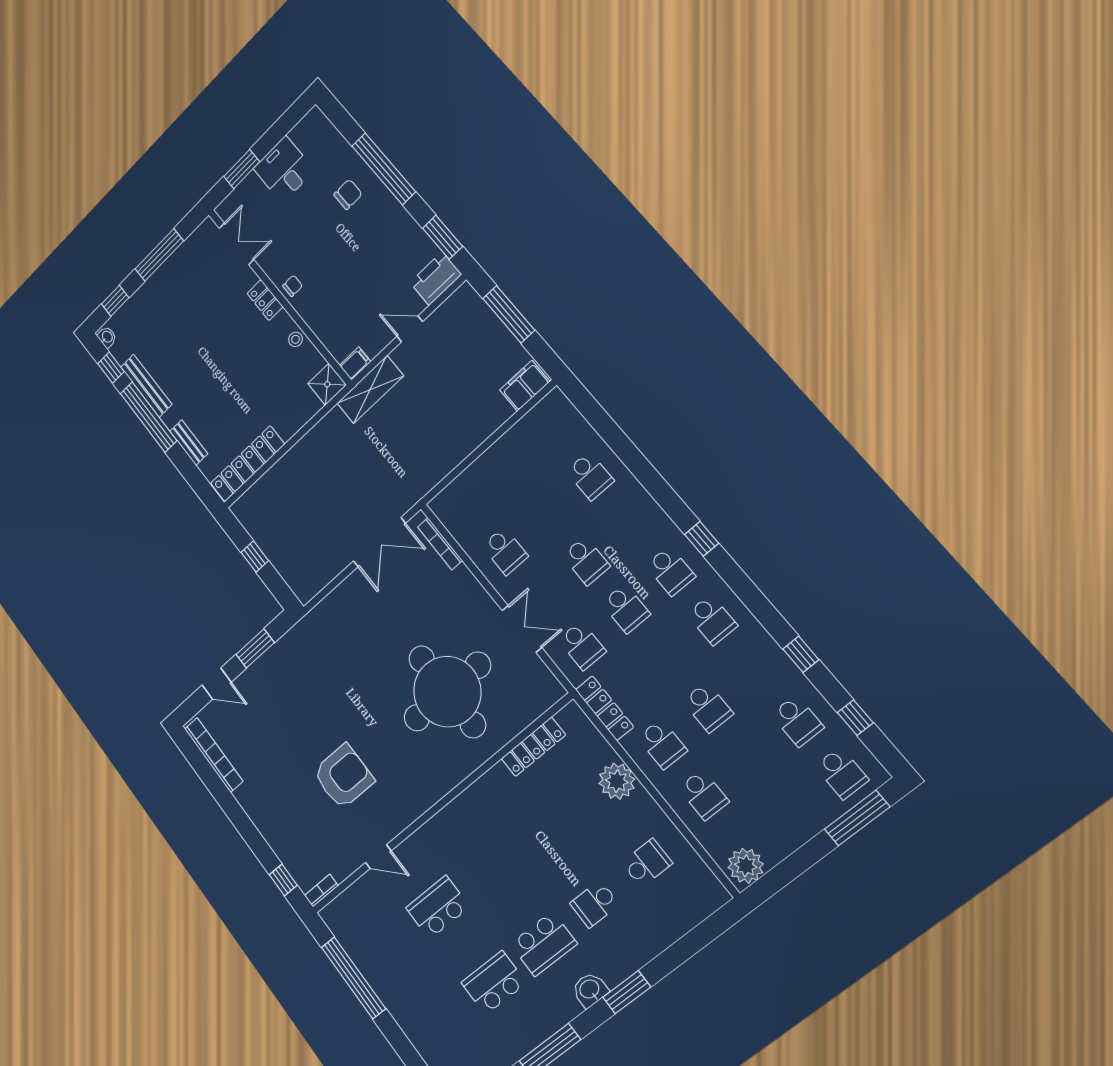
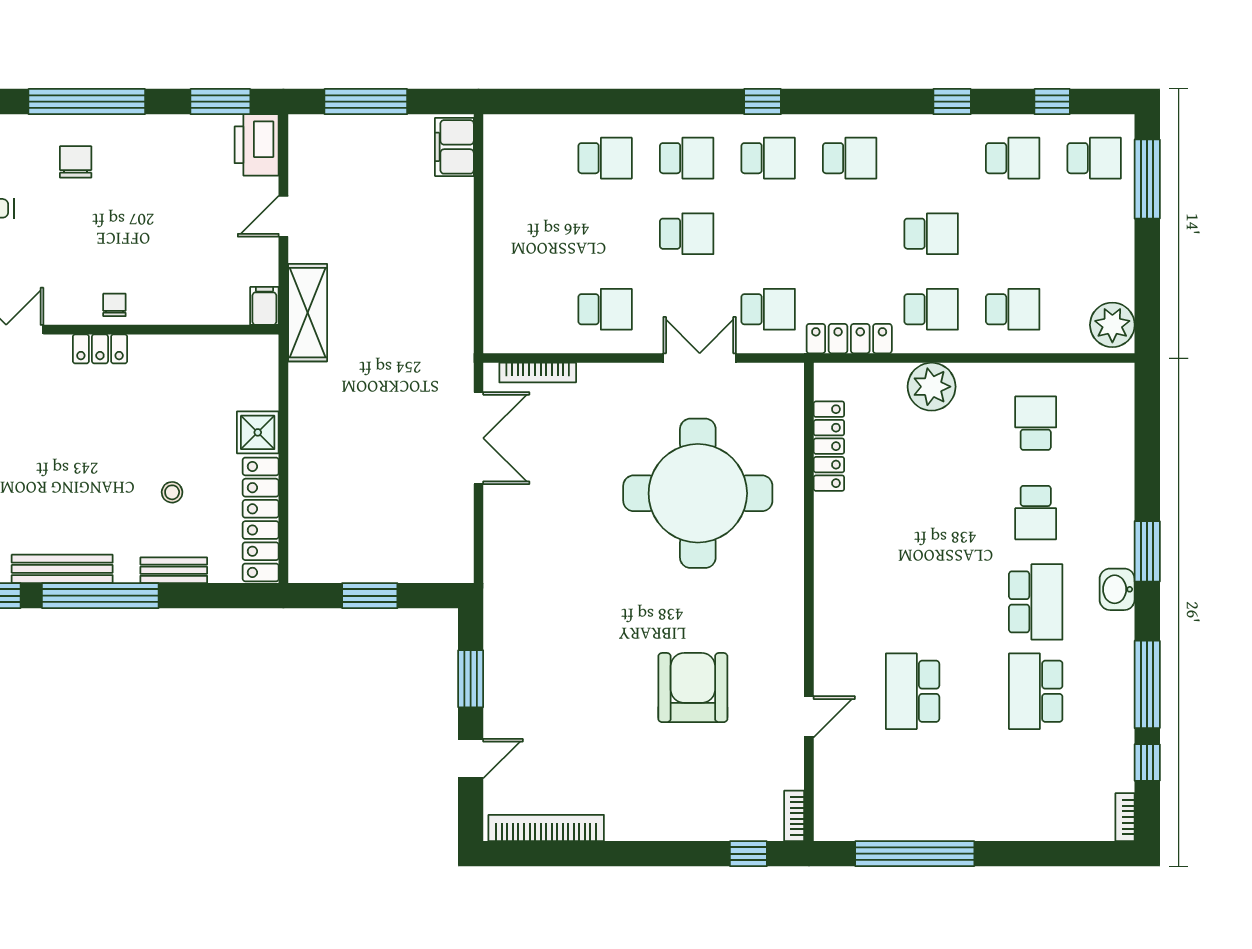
stool: (296, 339) -> (172, 492), moved
shower: (327, 384) -> (258, 432), moved
window: (255, 557) -> (370, 596), width x1.50
school desk: (626, 609) -> (687, 158), moved

